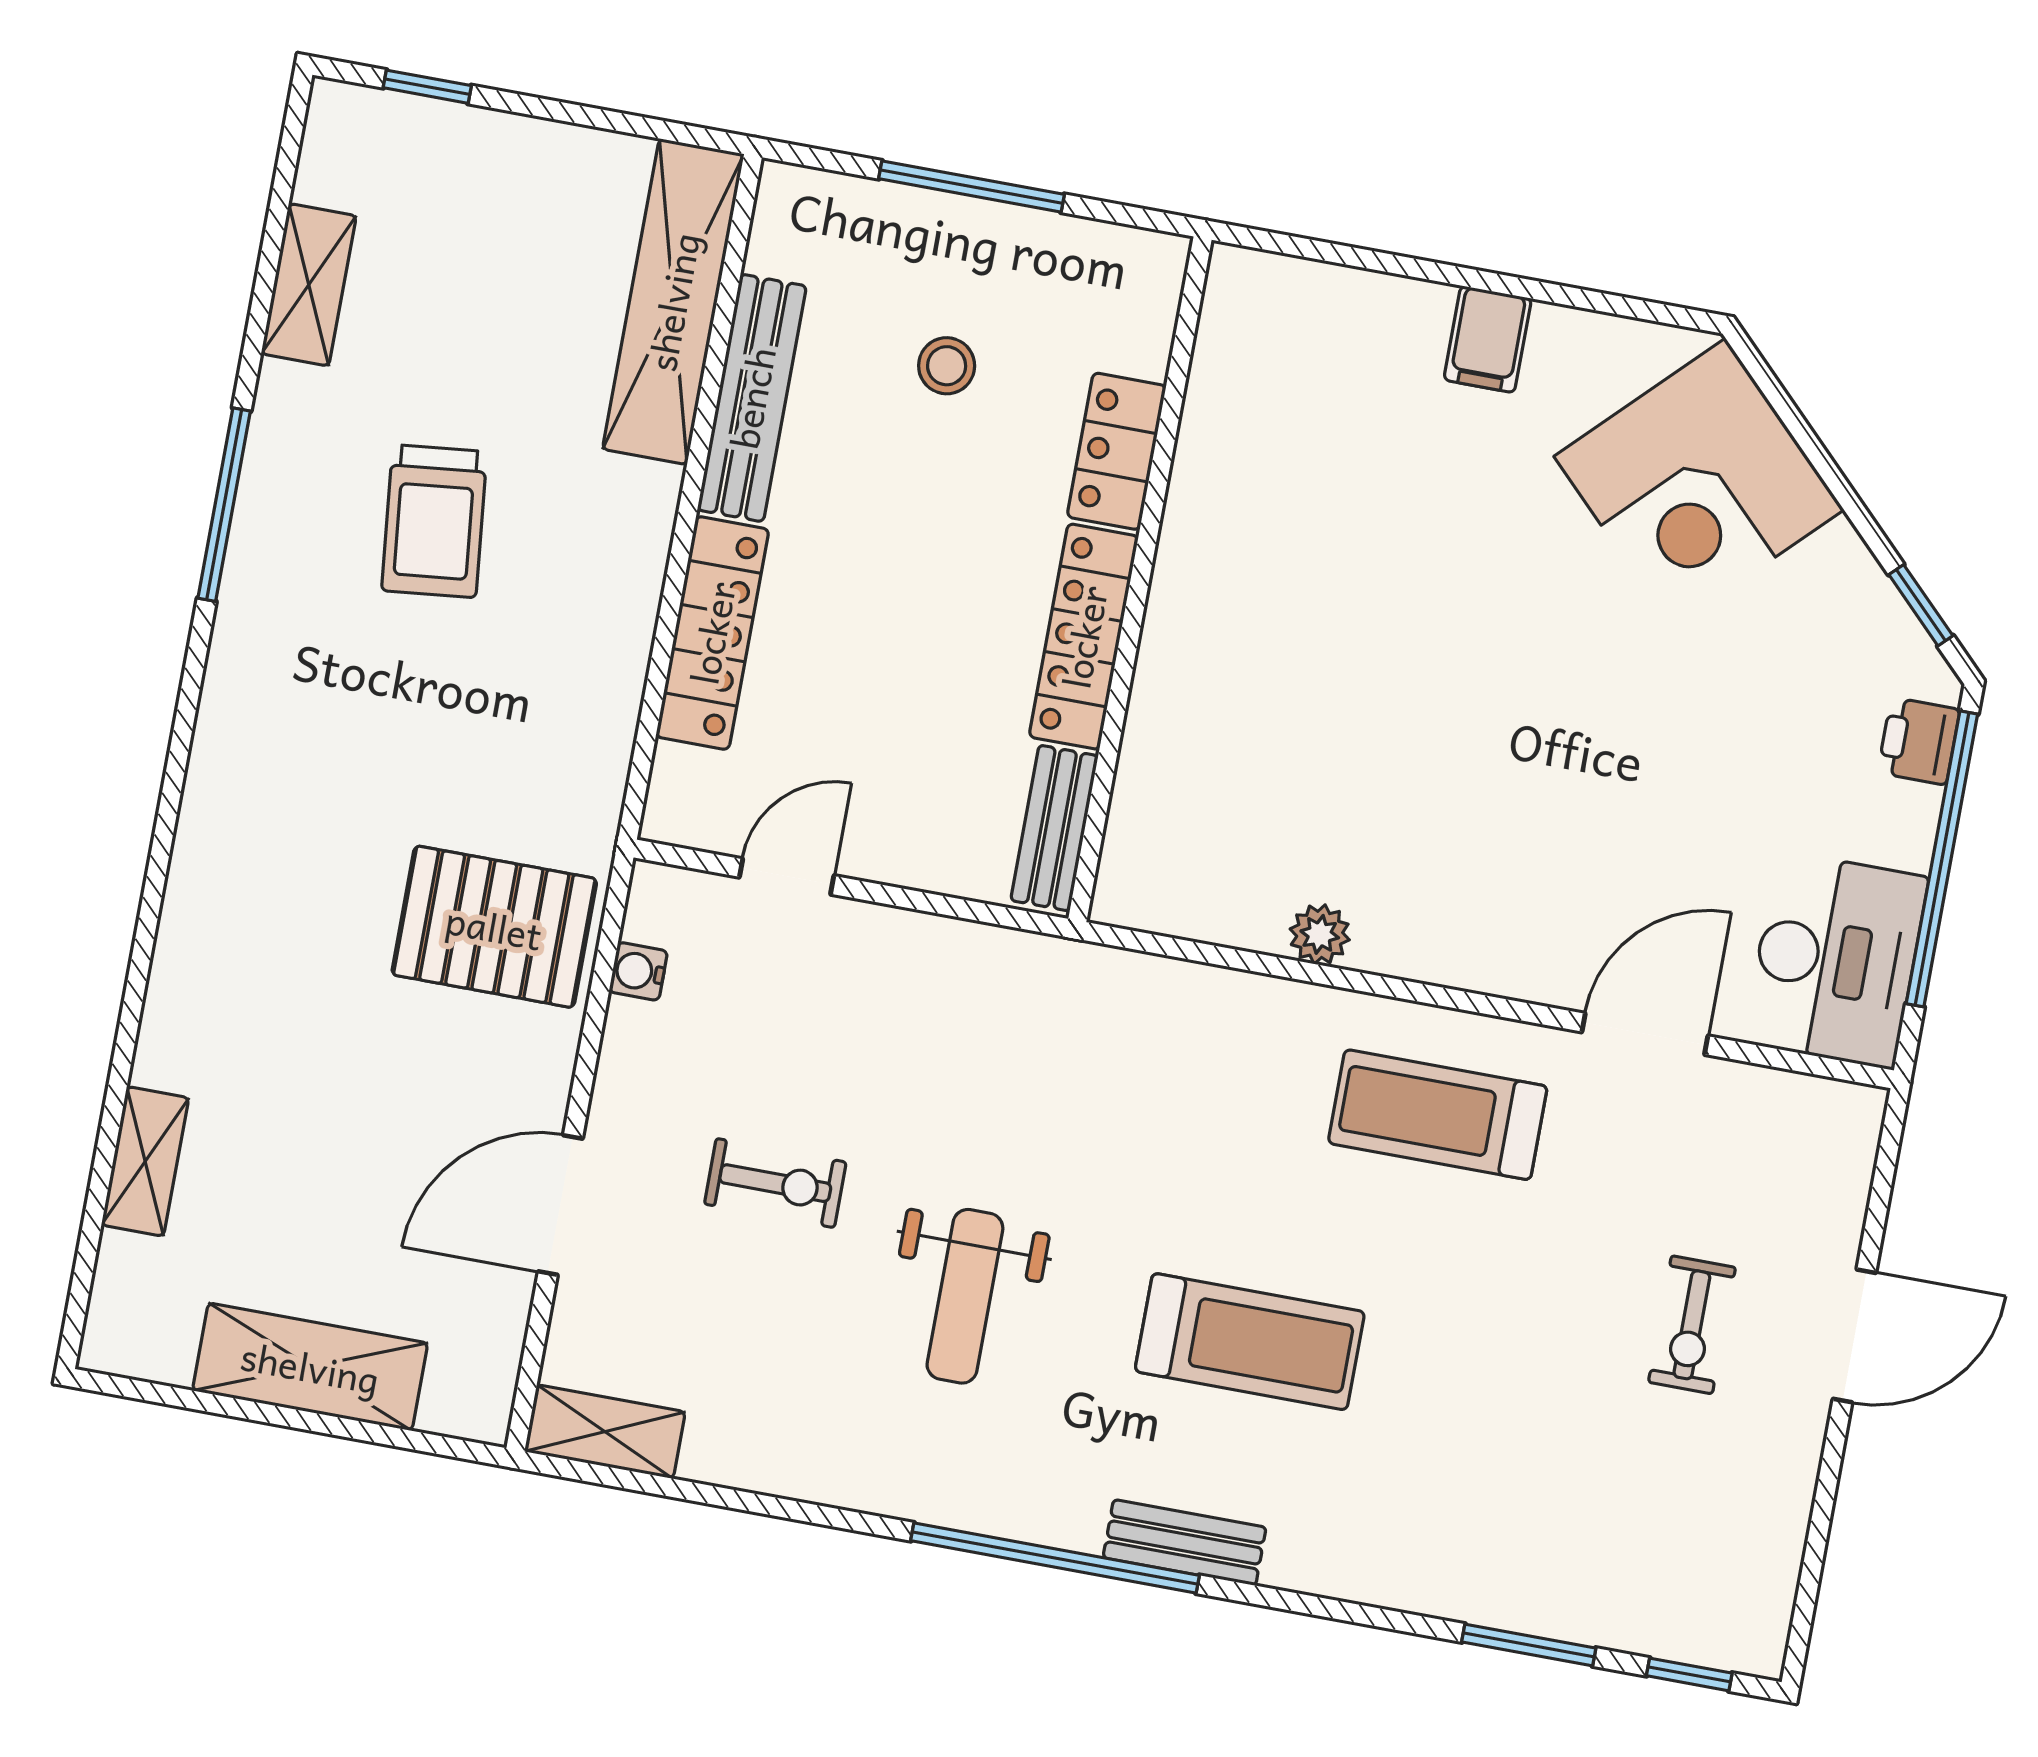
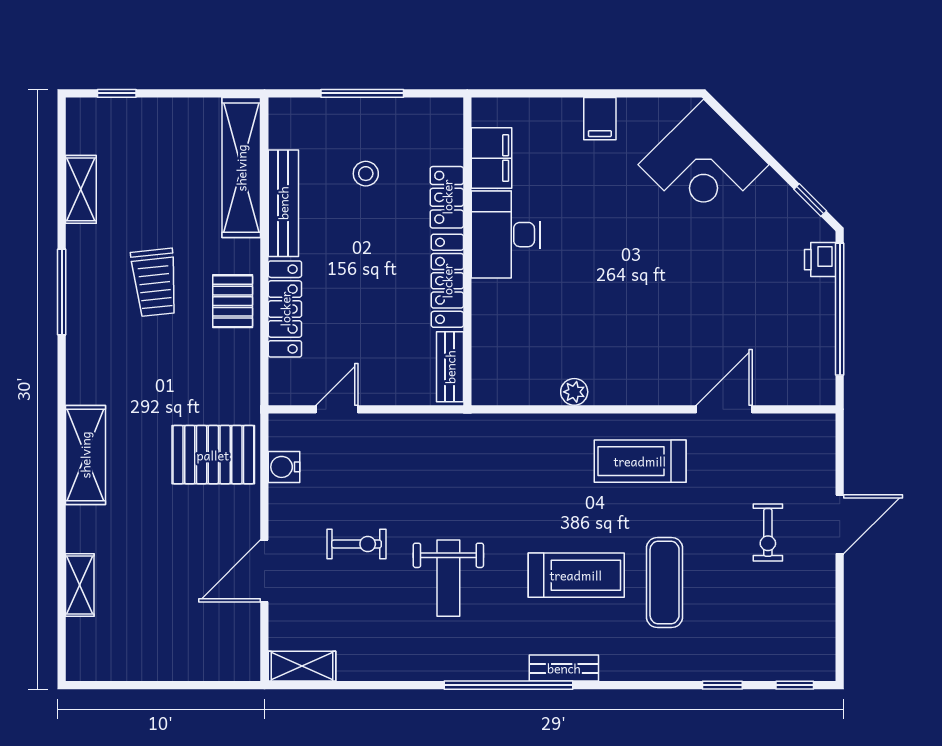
filing cabinet: (1232, 382) -> (491, 158), added
pallet: (599, 594) -> (233, 301), added
desk: (1836, 960) -> (506, 235), moved, turned 180
water cooler: (638, 971) -> (284, 467), width x1.38, depth x1.38
shelving: (310, 1367) -> (85, 455), moved, turned 90
exercise mat: (1442, 1394) -> (665, 582), added
window: (1529, 1645) -> (722, 685), width x0.67

